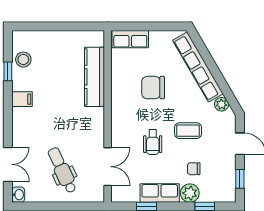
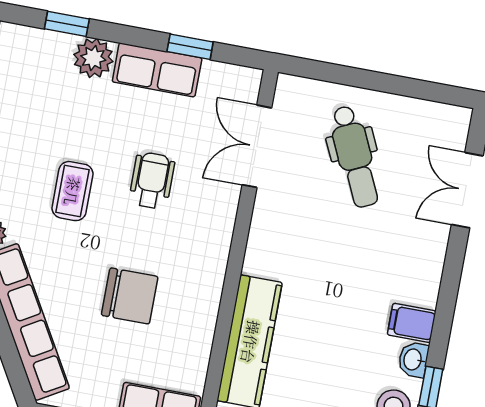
coffee table: (188, 131) -> (72, 191), turned 90
chair: (194, 169) -> (75, 108), removed
washbasin: (18, 195) -> (413, 360), moved

